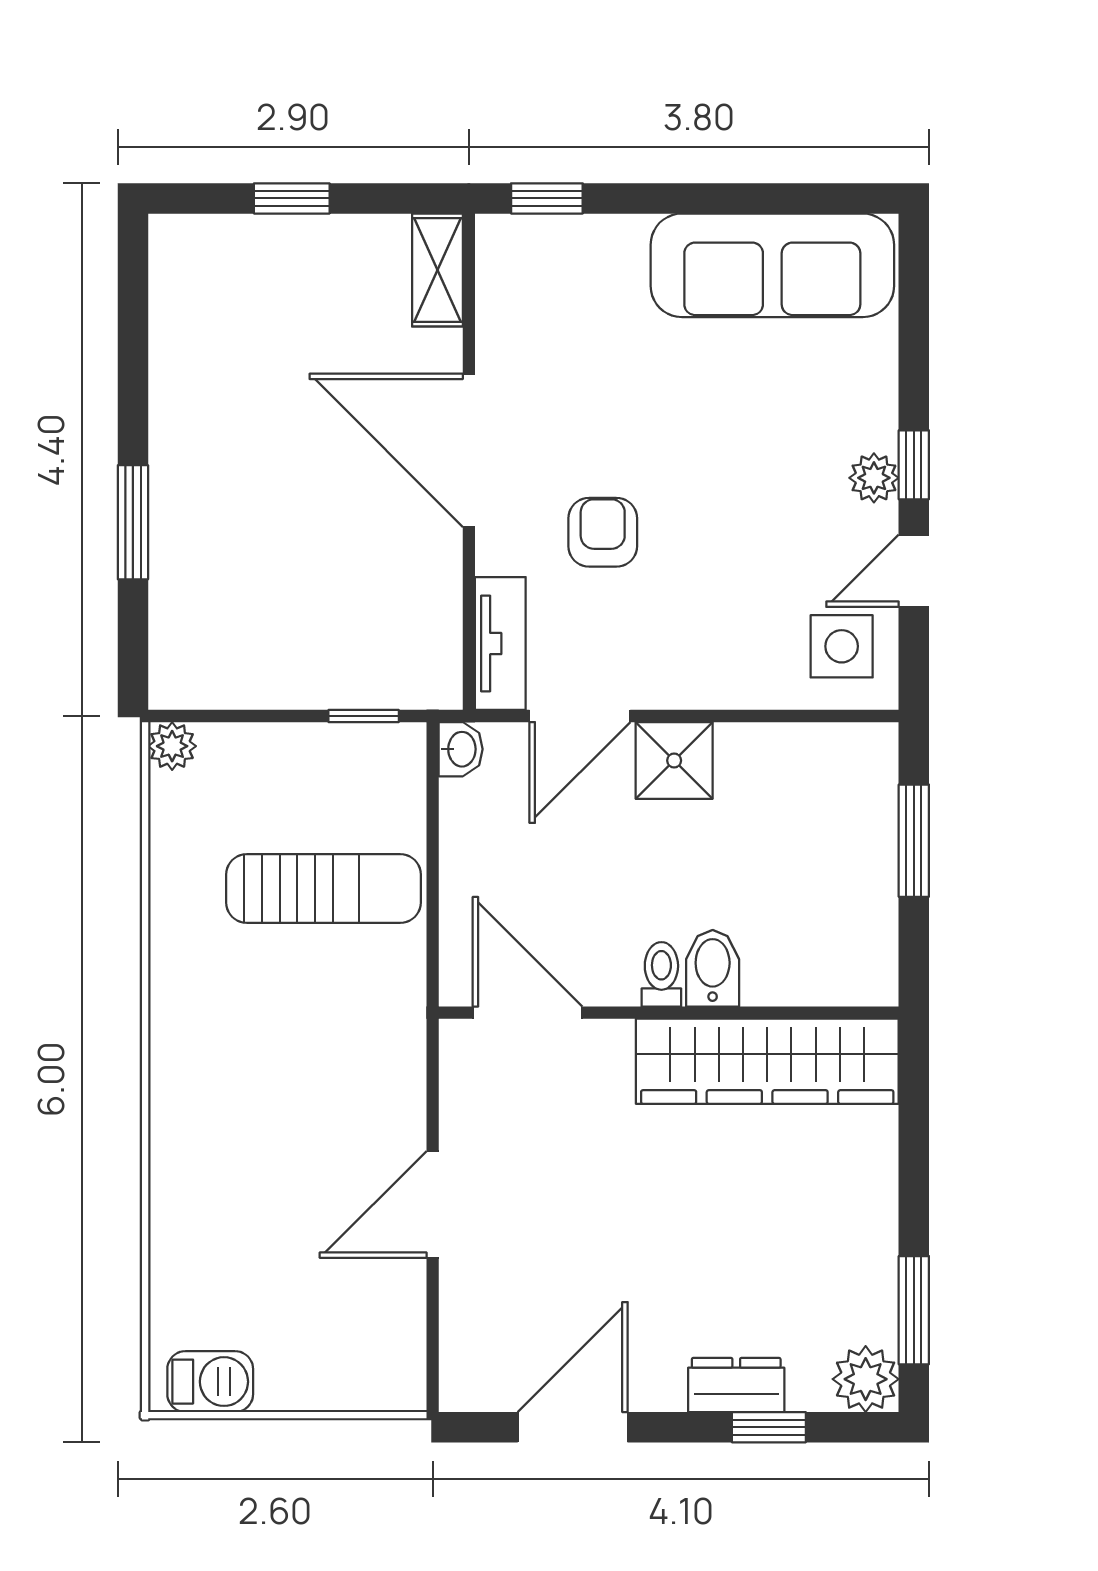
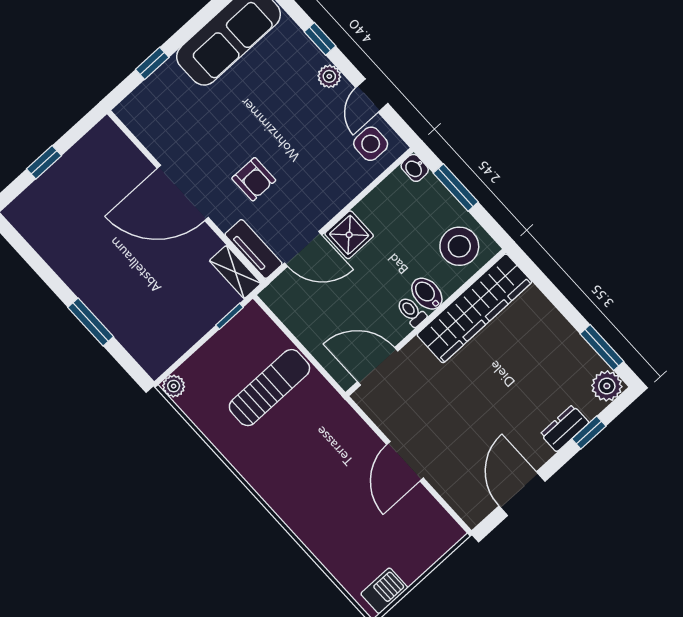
window: (547, 198) -> (152, 63), moved
shelving: (437, 270) -> (235, 272), moved
window: (914, 465) -> (320, 39), moved
armchair: (603, 532) -> (254, 179), turned 180
door: (580, 716) -> (303, 249), hinge flipped
washbasin: (461, 749) -> (415, 168), moved, turned 180
stool: (834, 940) -> (459, 246), added

